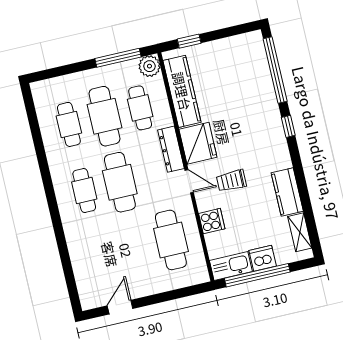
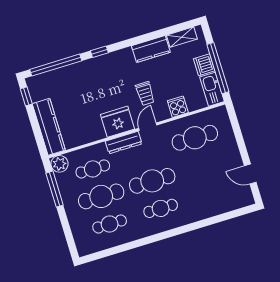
window: (189, 41) -> (26, 96), moved
kitchen counter: (182, 91) -> (49, 127), moved, turned 90

